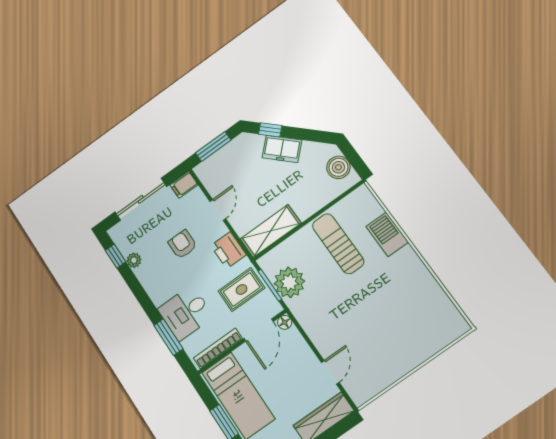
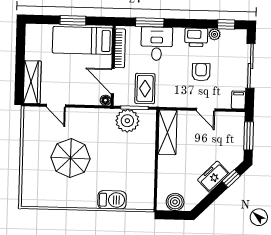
armchair: (182, 244) -> (201, 72), turned -90
sun lounger: (338, 244) -> (129, 167), removed
printer: (228, 250) -> (196, 37), moved, turned 180
parasol: (376, 313) -> (71, 158), added

